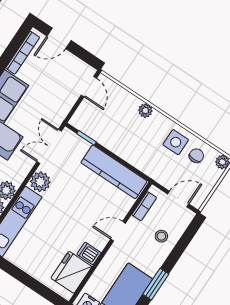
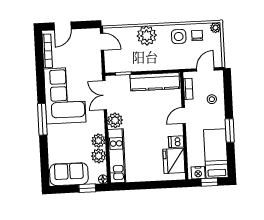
plant: (145, 111) -> (147, 36), width x1.88, depth x1.88

